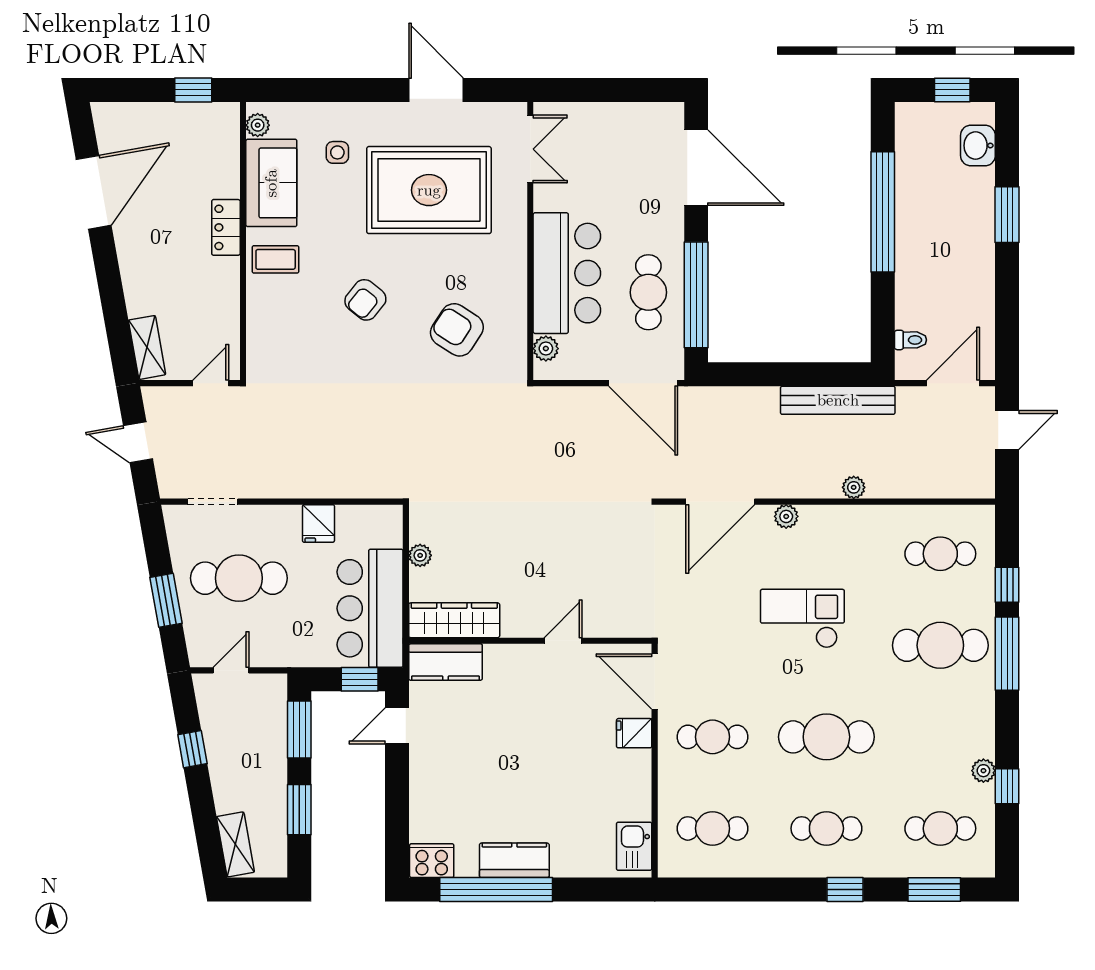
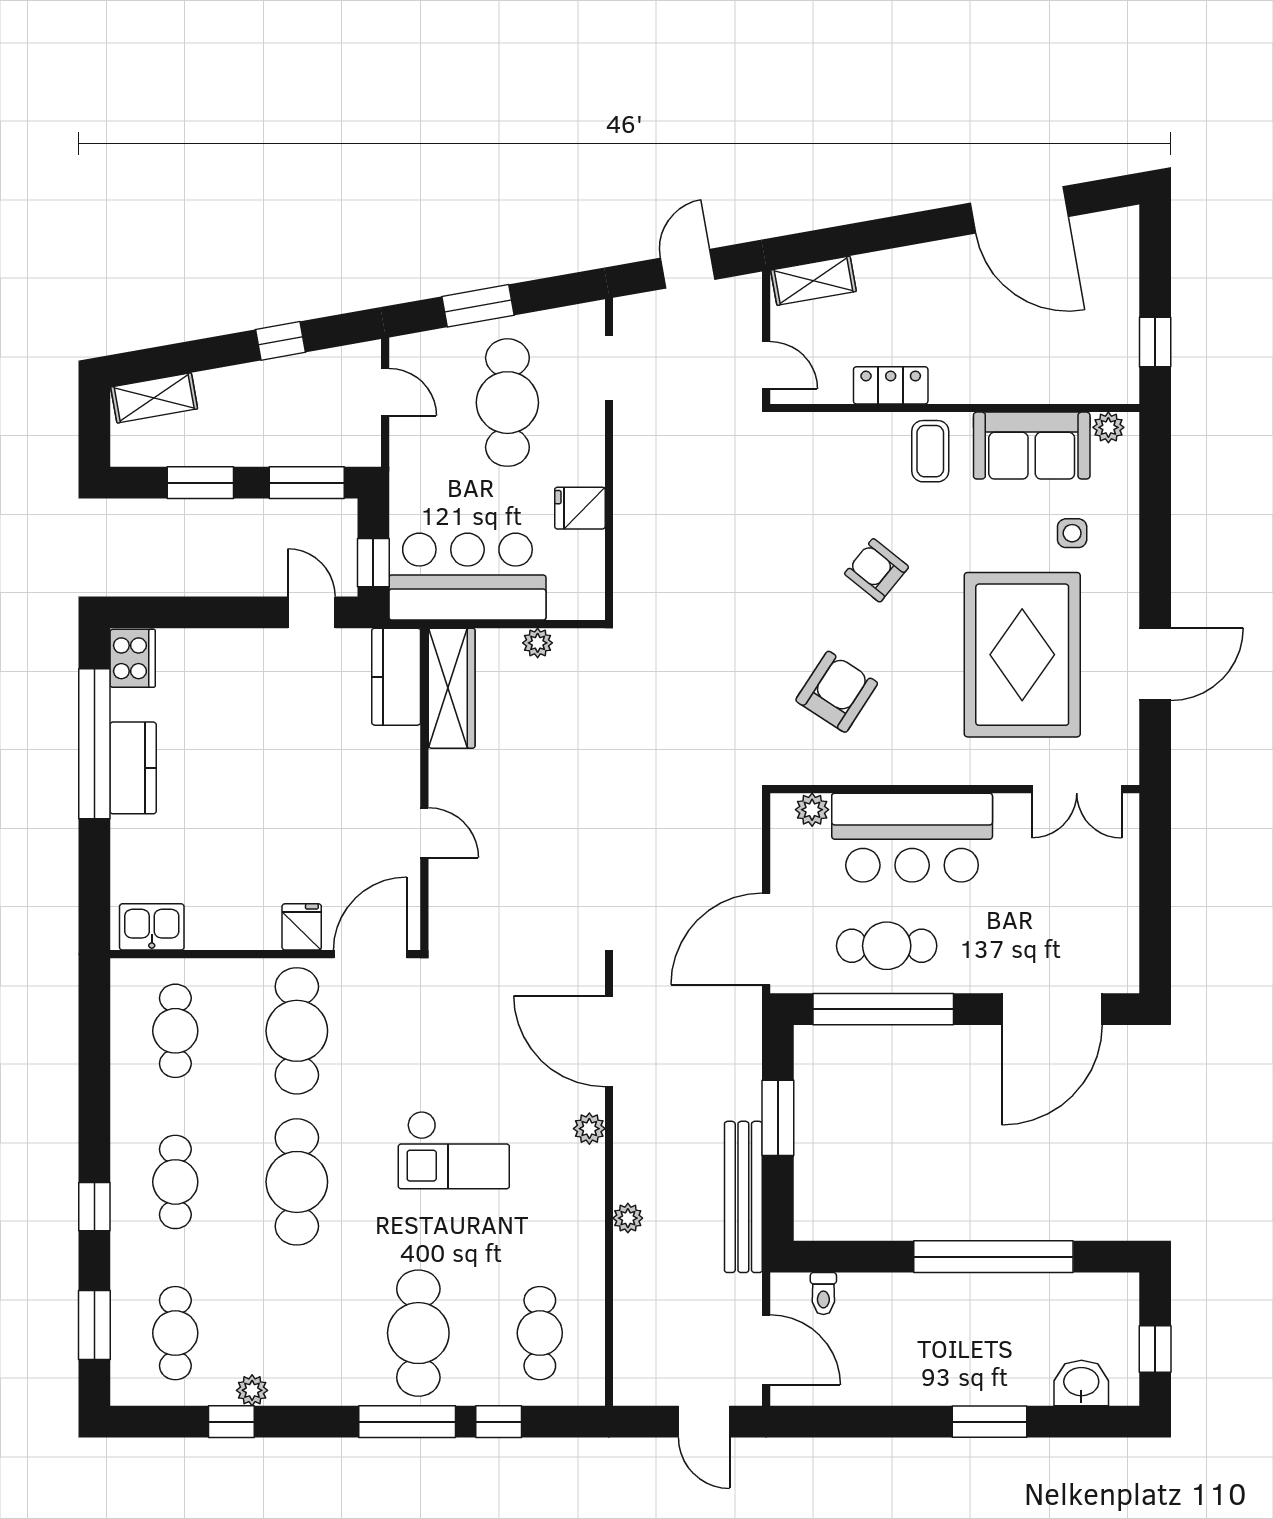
locker: (226, 227) -> (891, 385), moved
window: (778, 374) -> (778, 1118), added
checkout: (802, 619) -> (454, 1150), turned 90
cafe table: (712, 737) -> (297, 1031), width x1.37, depth x1.35

